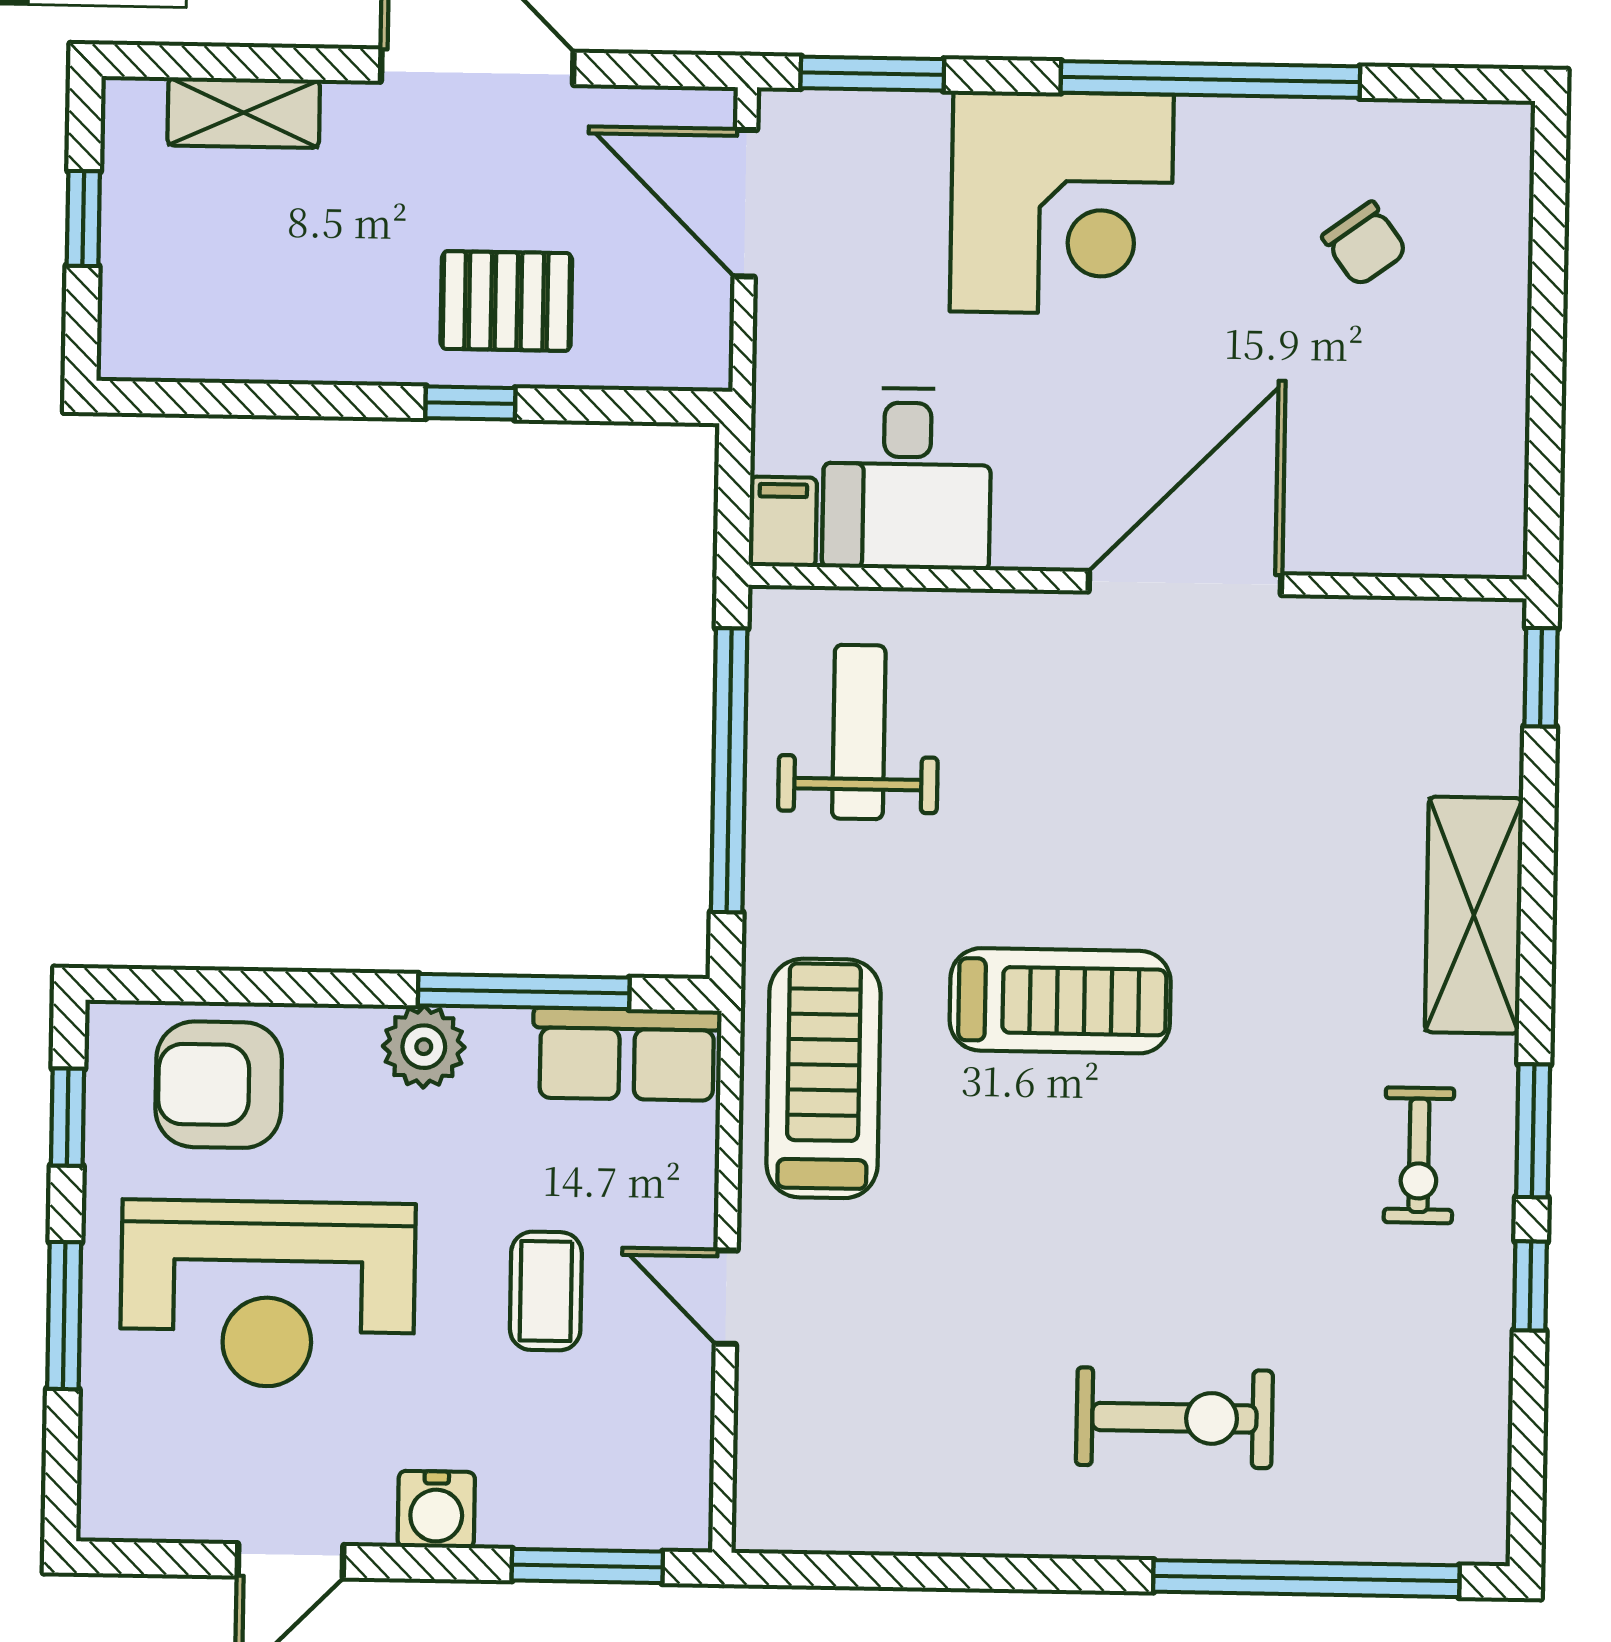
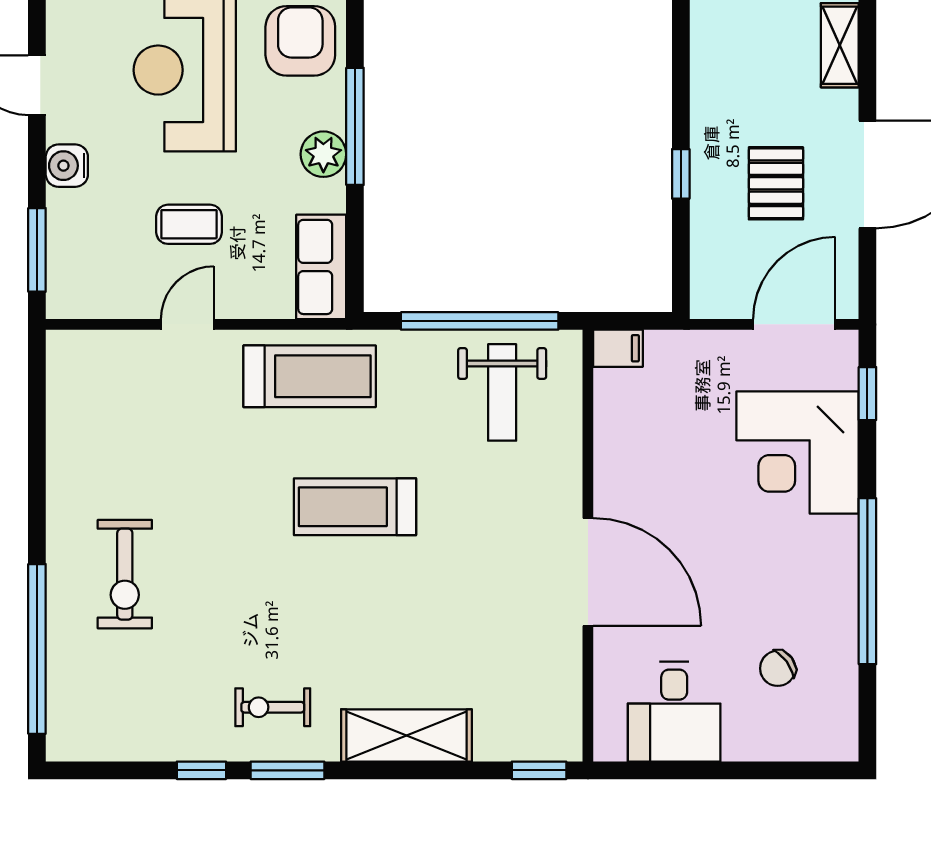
window: (872, 74) -> (867, 394), width x0.67
corner desk: (1062, 203) -> (798, 453), moved
pallet: (506, 301) -> (776, 183), moved
desk: (907, 479) -> (674, 712), moved, turned -90
weight bench: (859, 732) -> (502, 392), turned 90
window: (524, 992) -> (355, 126), moved
treadmill: (1060, 1001) -> (355, 507), turned 90

